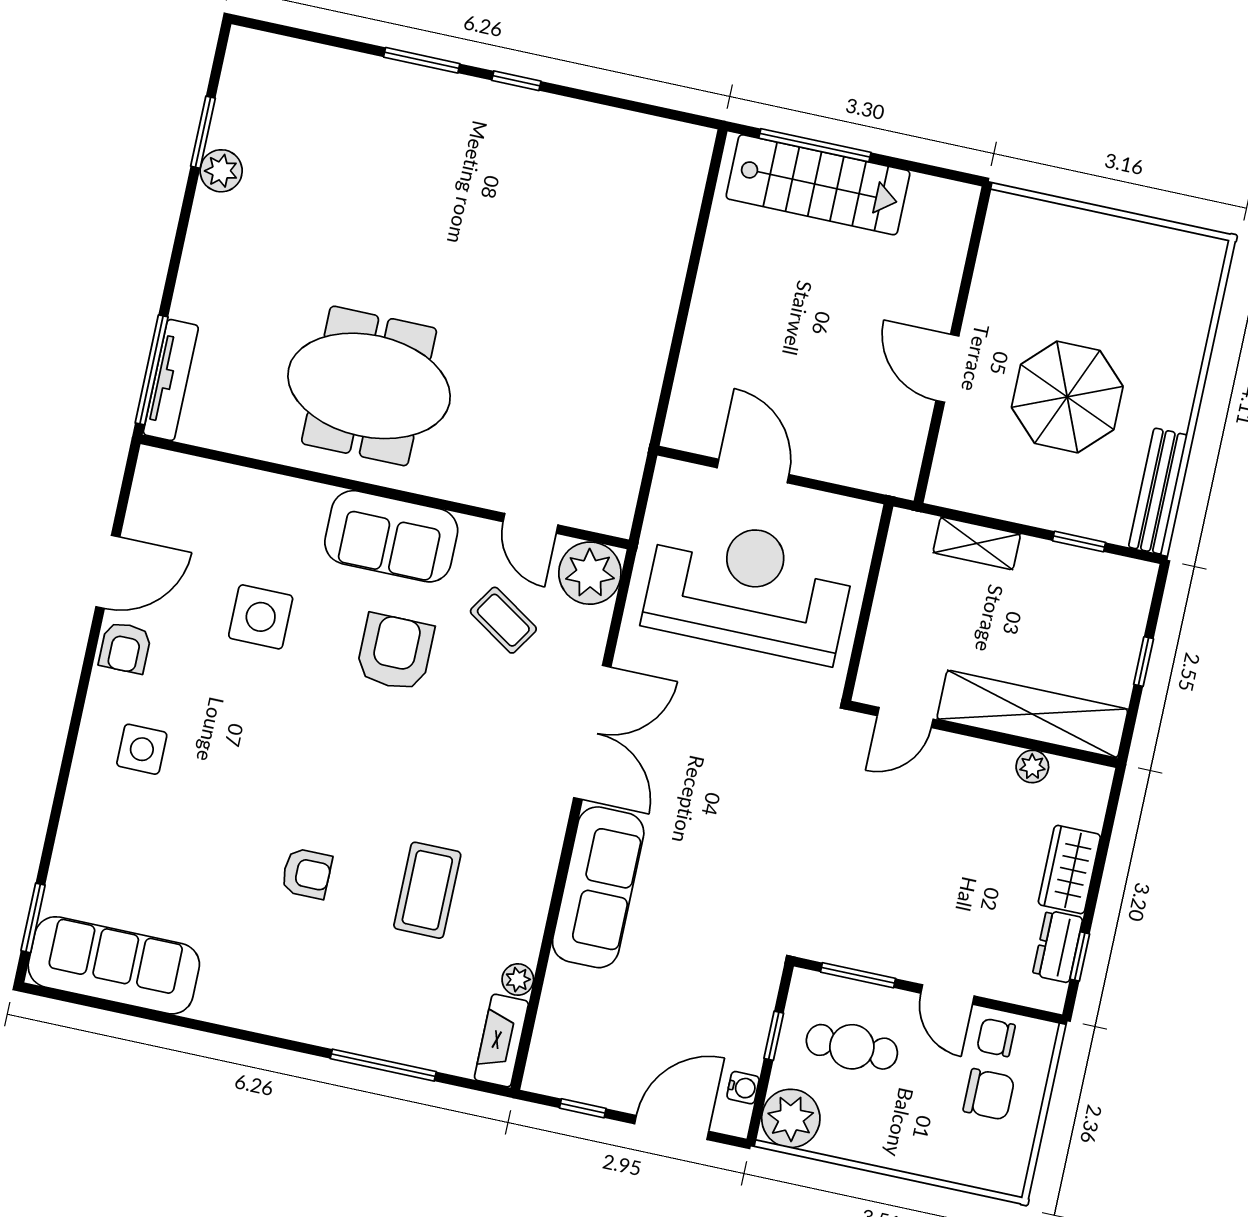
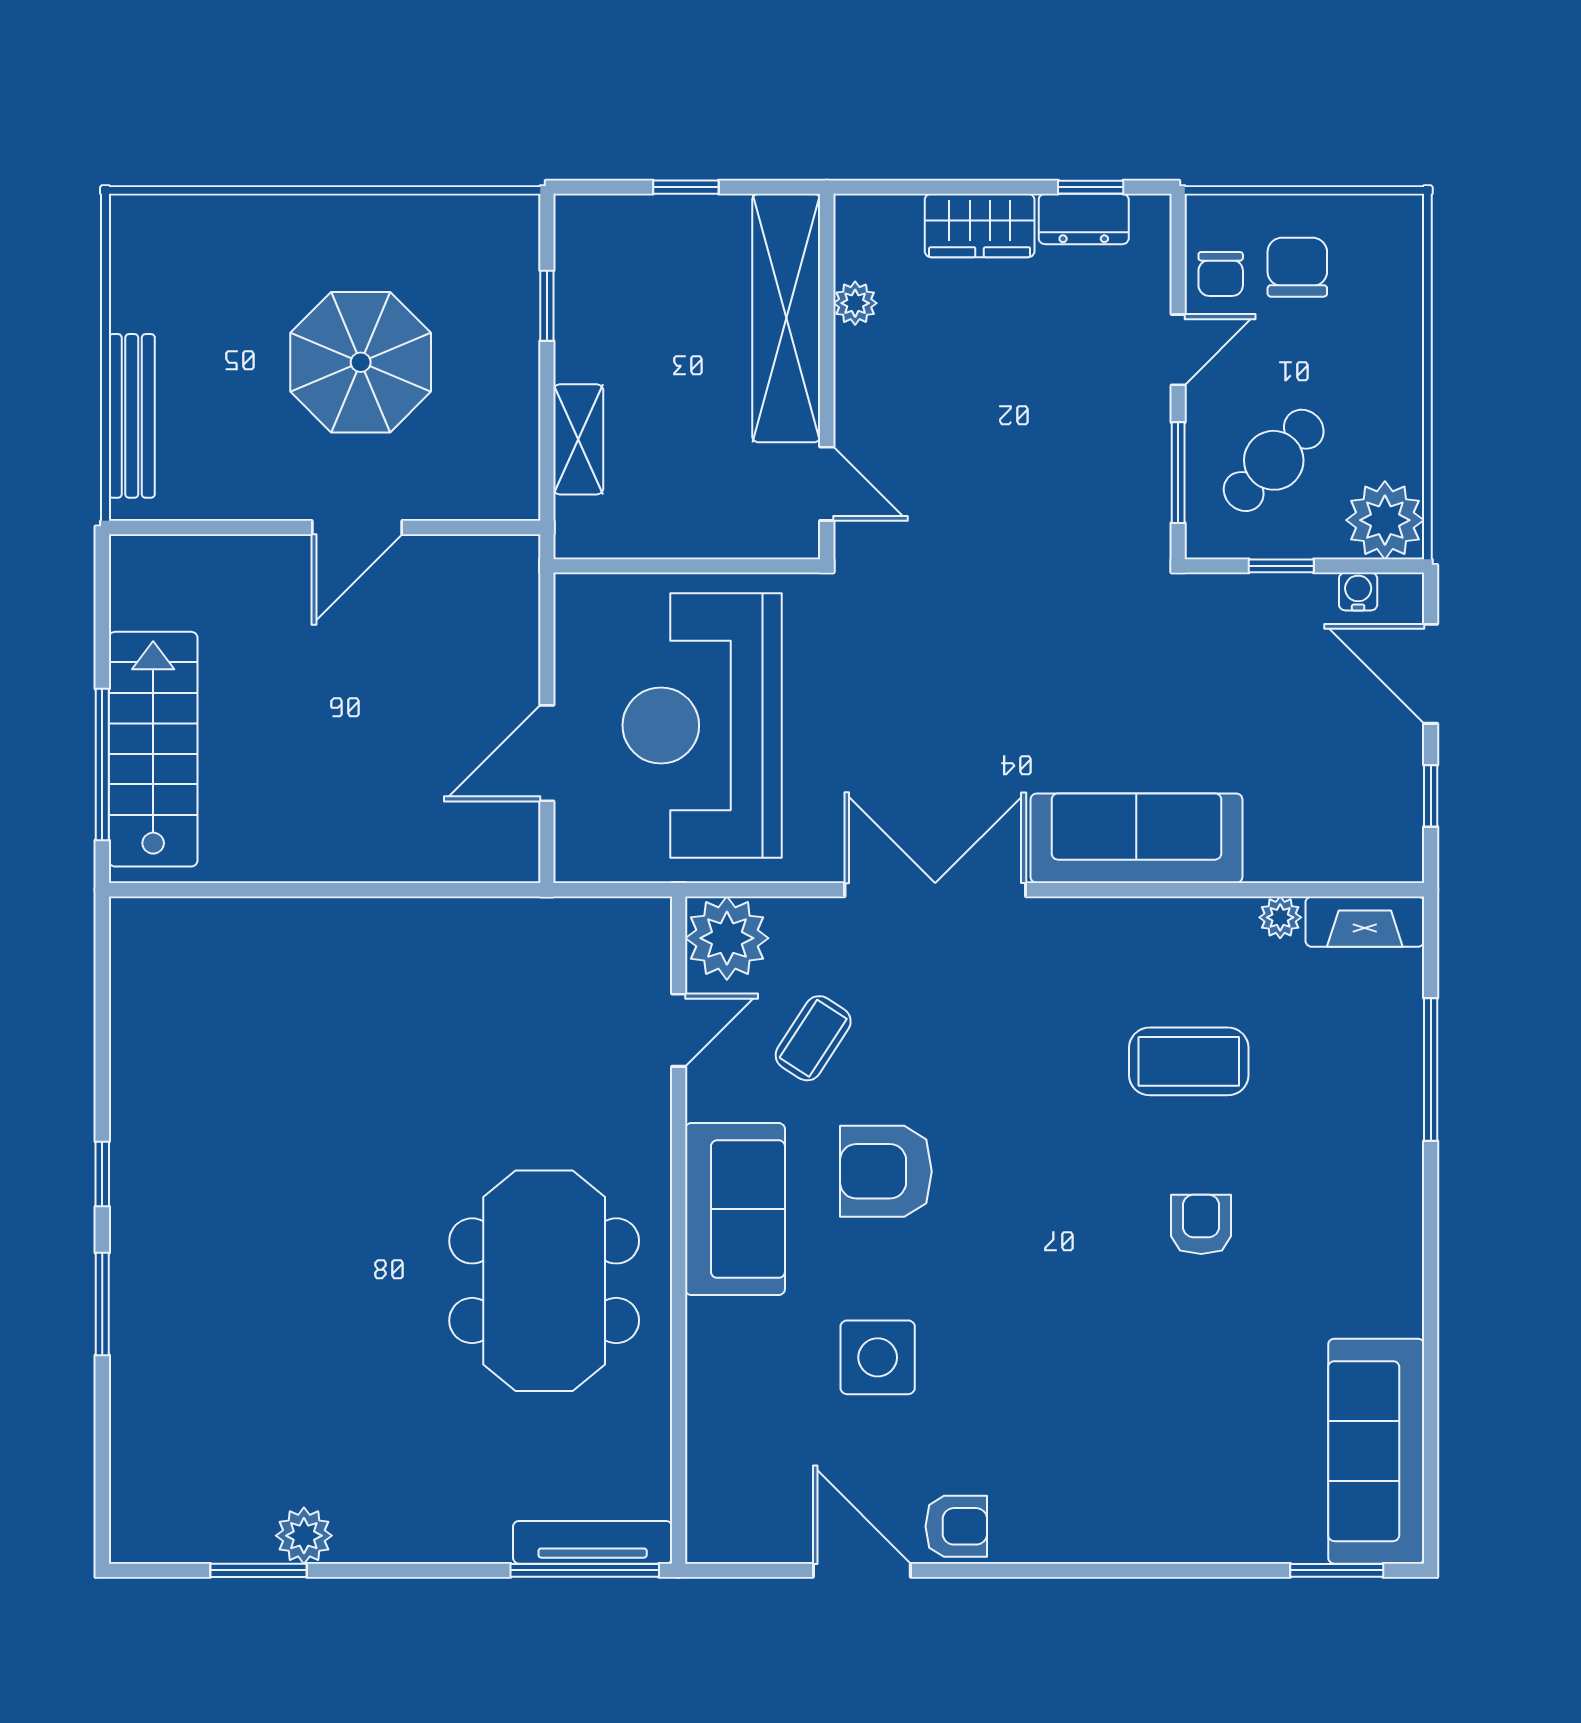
bench: (1158, 491) -> (132, 416), moved, turned 90
side table: (142, 749) -> (1085, 1476), removed
cafe table: (852, 1047) -> (1274, 460), turned 44

